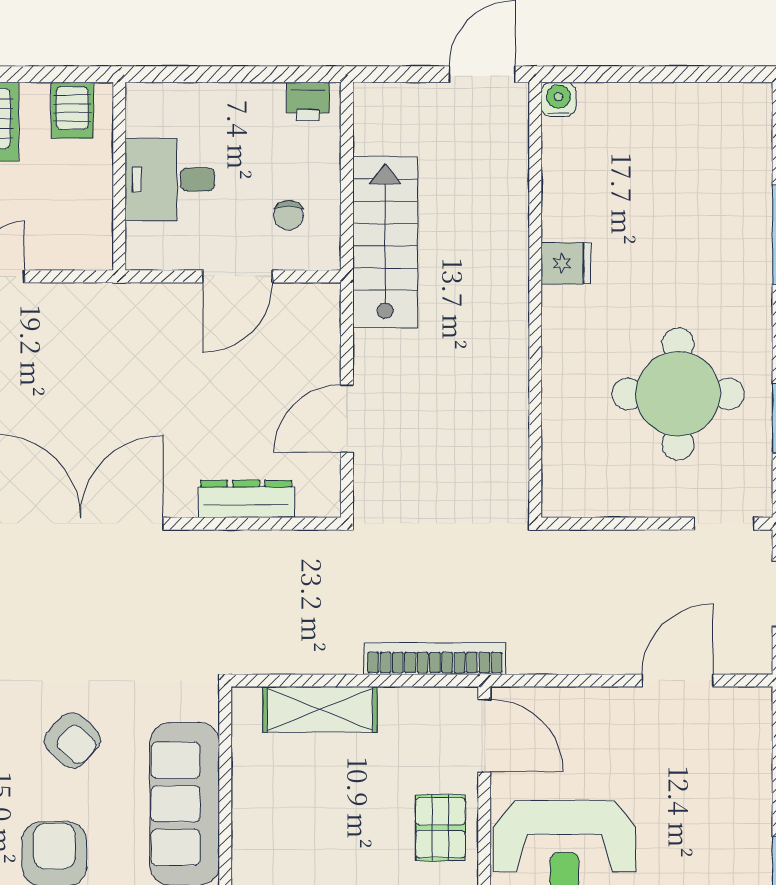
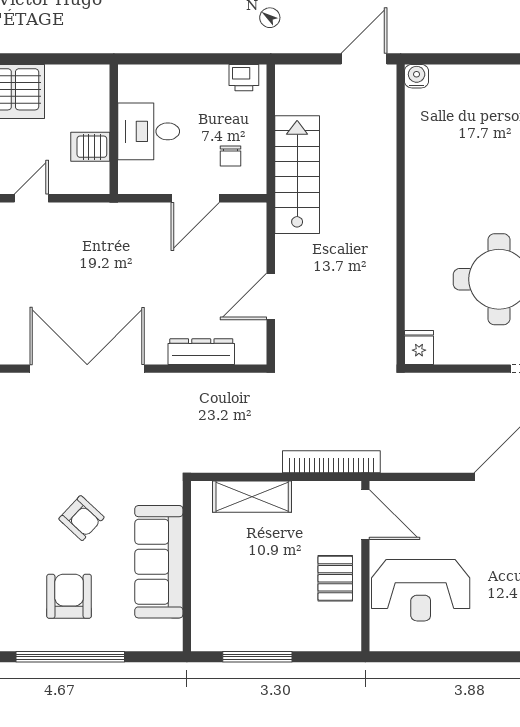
server rack: (72, 110) -> (90, 147), moved, turned 90
fridge: (566, 263) -> (419, 347), moved, turned -90

